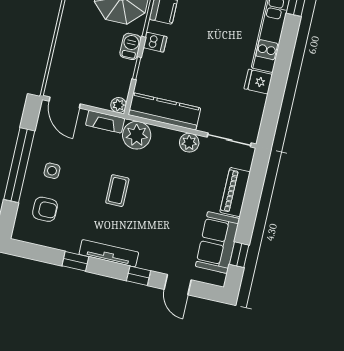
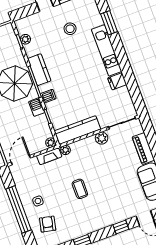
door: (65, 103) -> (21, 160), swing flipped
plant: (137, 135) -> (65, 150), width x0.53, depth x0.53
armchair: (45, 209) -> (48, 224), turned -78
tv unit: (109, 253) -> (97, 225), removed

